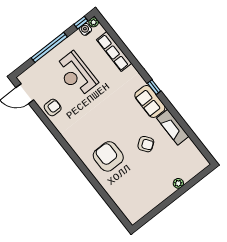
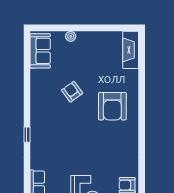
sofa: (150, 101) -> (40, 51), moved
fireplace: (173, 127) -> (131, 50), moved, turned 180

